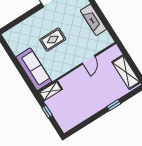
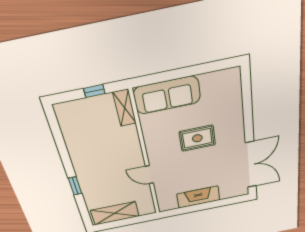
rug: (53, 39) -> (197, 138), turned 90

